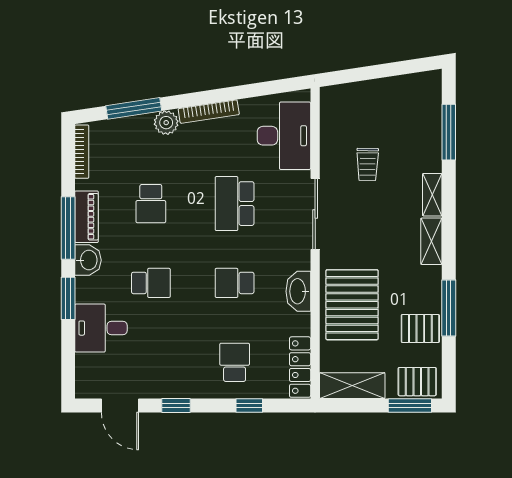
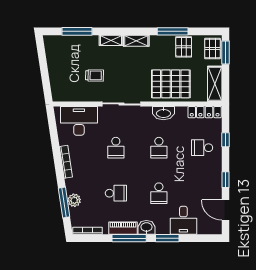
plant: (166, 123) -> (74, 200), moved
school desk: (235, 204) -> (116, 148), width x0.54
school desk: (151, 283) -> (159, 193), turned 180
door: (120, 405) -> (226, 210), swing flipped

